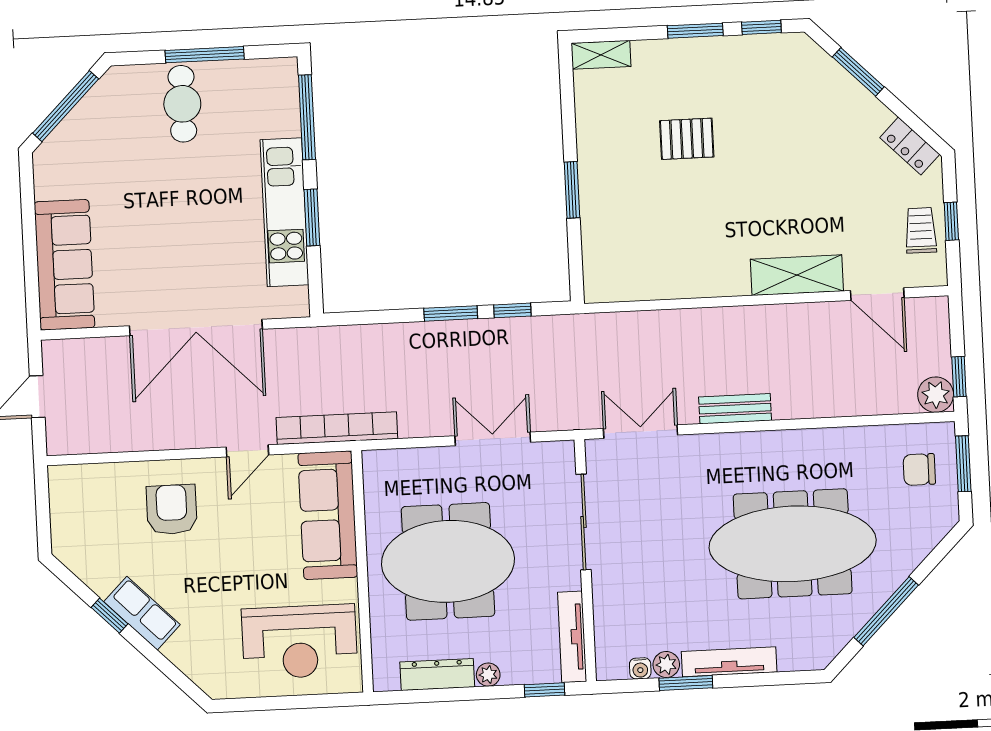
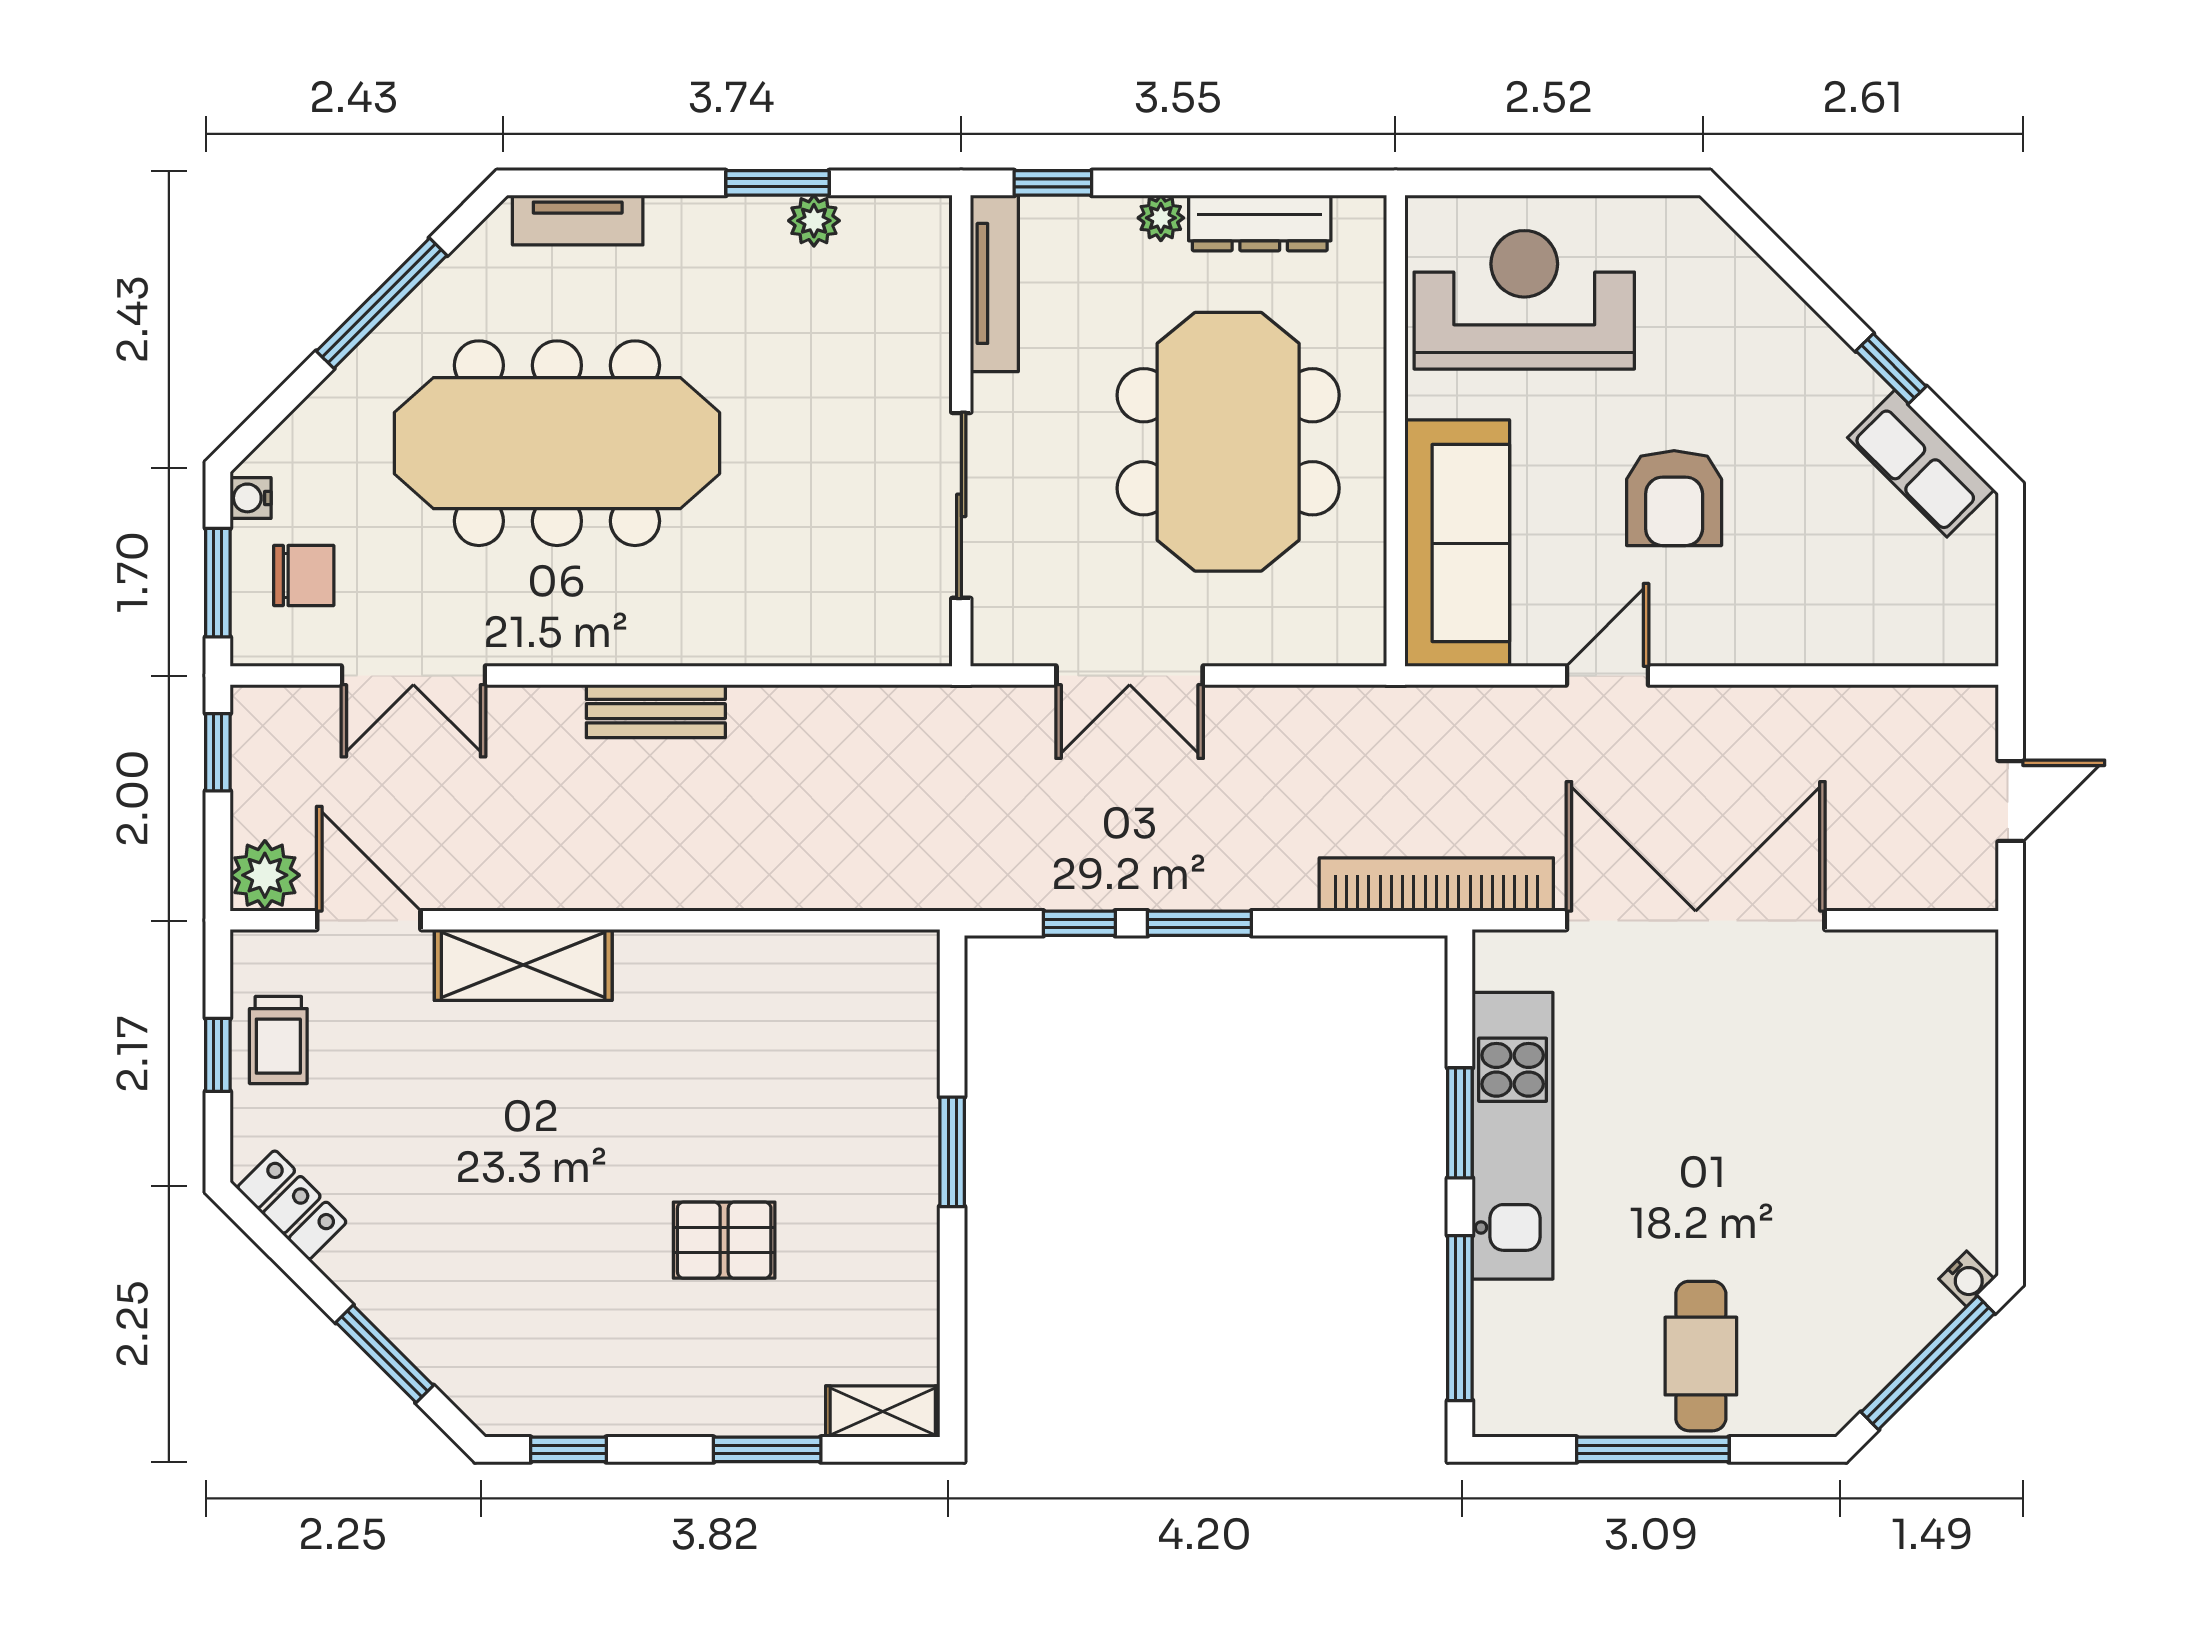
window: (695, 31) -> (767, 1449), moved
water cooler: (48, 150) -> (1967, 1279), added
sofa: (64, 265) -> (1945, 1054), removed
plant: (936, 395) -> (265, 875), moved
bookcase: (337, 428) -> (1436, 884), moved, turned 180
double door: (641, 432) -> (413, 675), moved
armchair: (172, 509) -> (1674, 498), moved
meeting table: (448, 561) -> (1228, 442), turned 90
row of seats: (142, 613) -> (1921, 464), moved
tv unit: (729, 662) -> (578, 220), moved, width x0.71
water cooler: (640, 668) -> (251, 498), moved, turned -90

